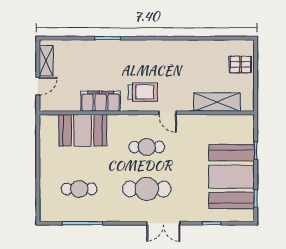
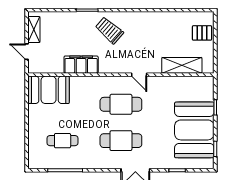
door: (38, 86) -> (27, 52), swing flipped
trolley: (143, 92) -> (109, 30), moved, turned -139
booth: (83, 130) -> (49, 90), moved
cafe table: (147, 147) -> (121, 104), width x1.37, depth x1.35

